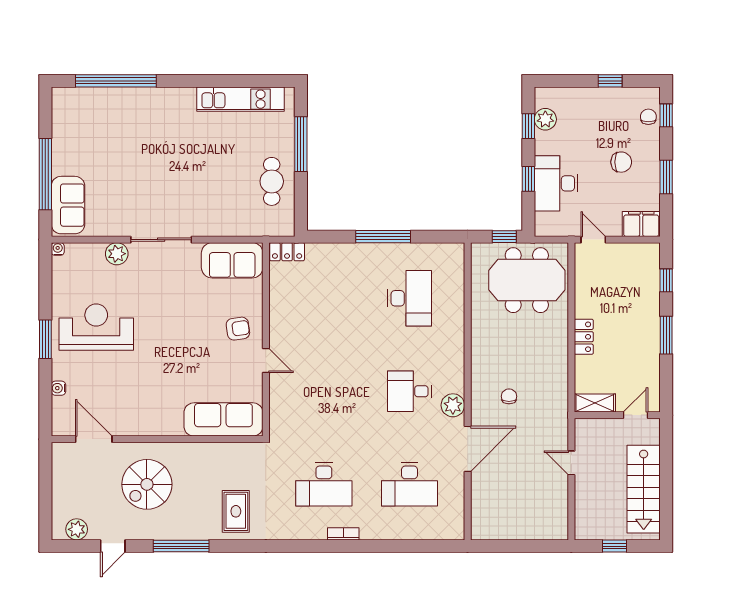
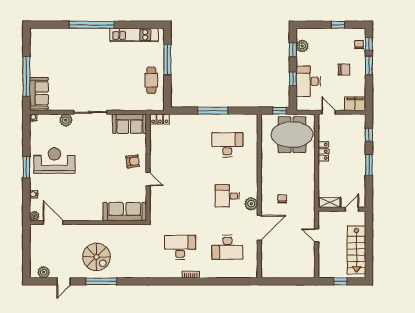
window: (116, 81) -> (92, 25), moved
window: (666, 177) -> (369, 66), moved
desk: (410, 298) -> (227, 145), turned -90
locker: (584, 337) -> (323, 151), moved
plant: (60, 428) -> (34, 216), added
spiral stairs: (147, 484) -> (96, 257), moved, turned -90
desk: (324, 484) -> (180, 247), turned 180
rug: (236, 511) -> (131, 262), removed

